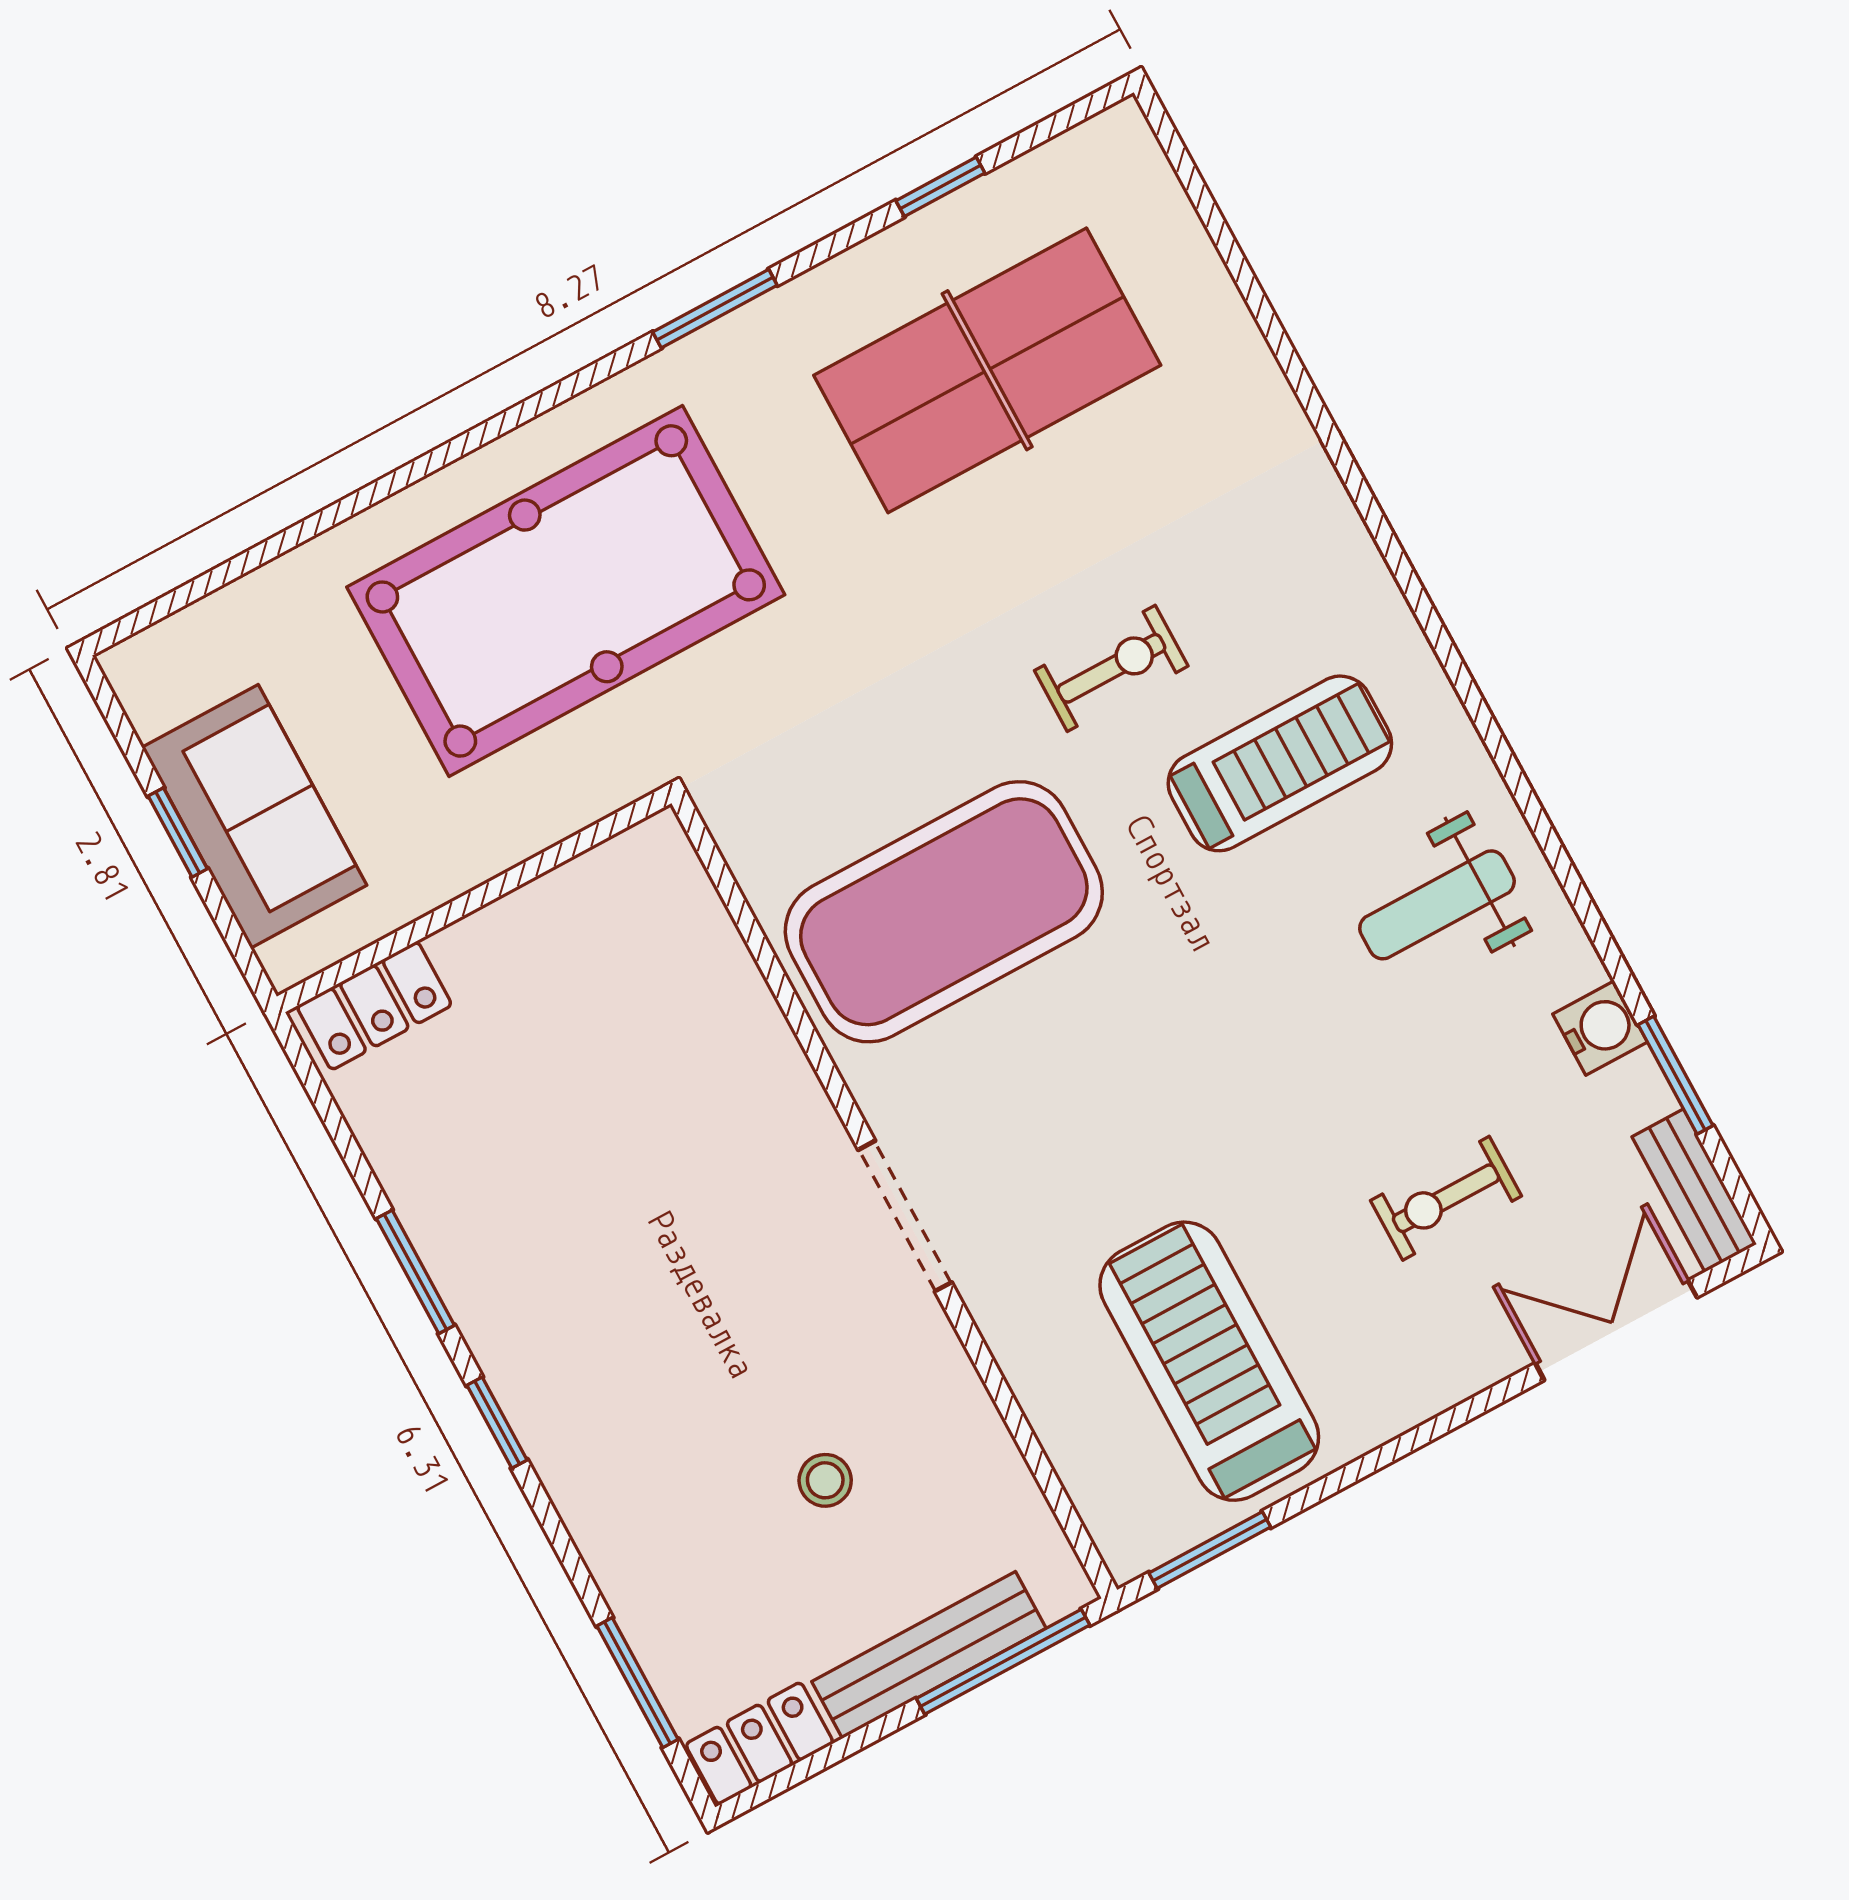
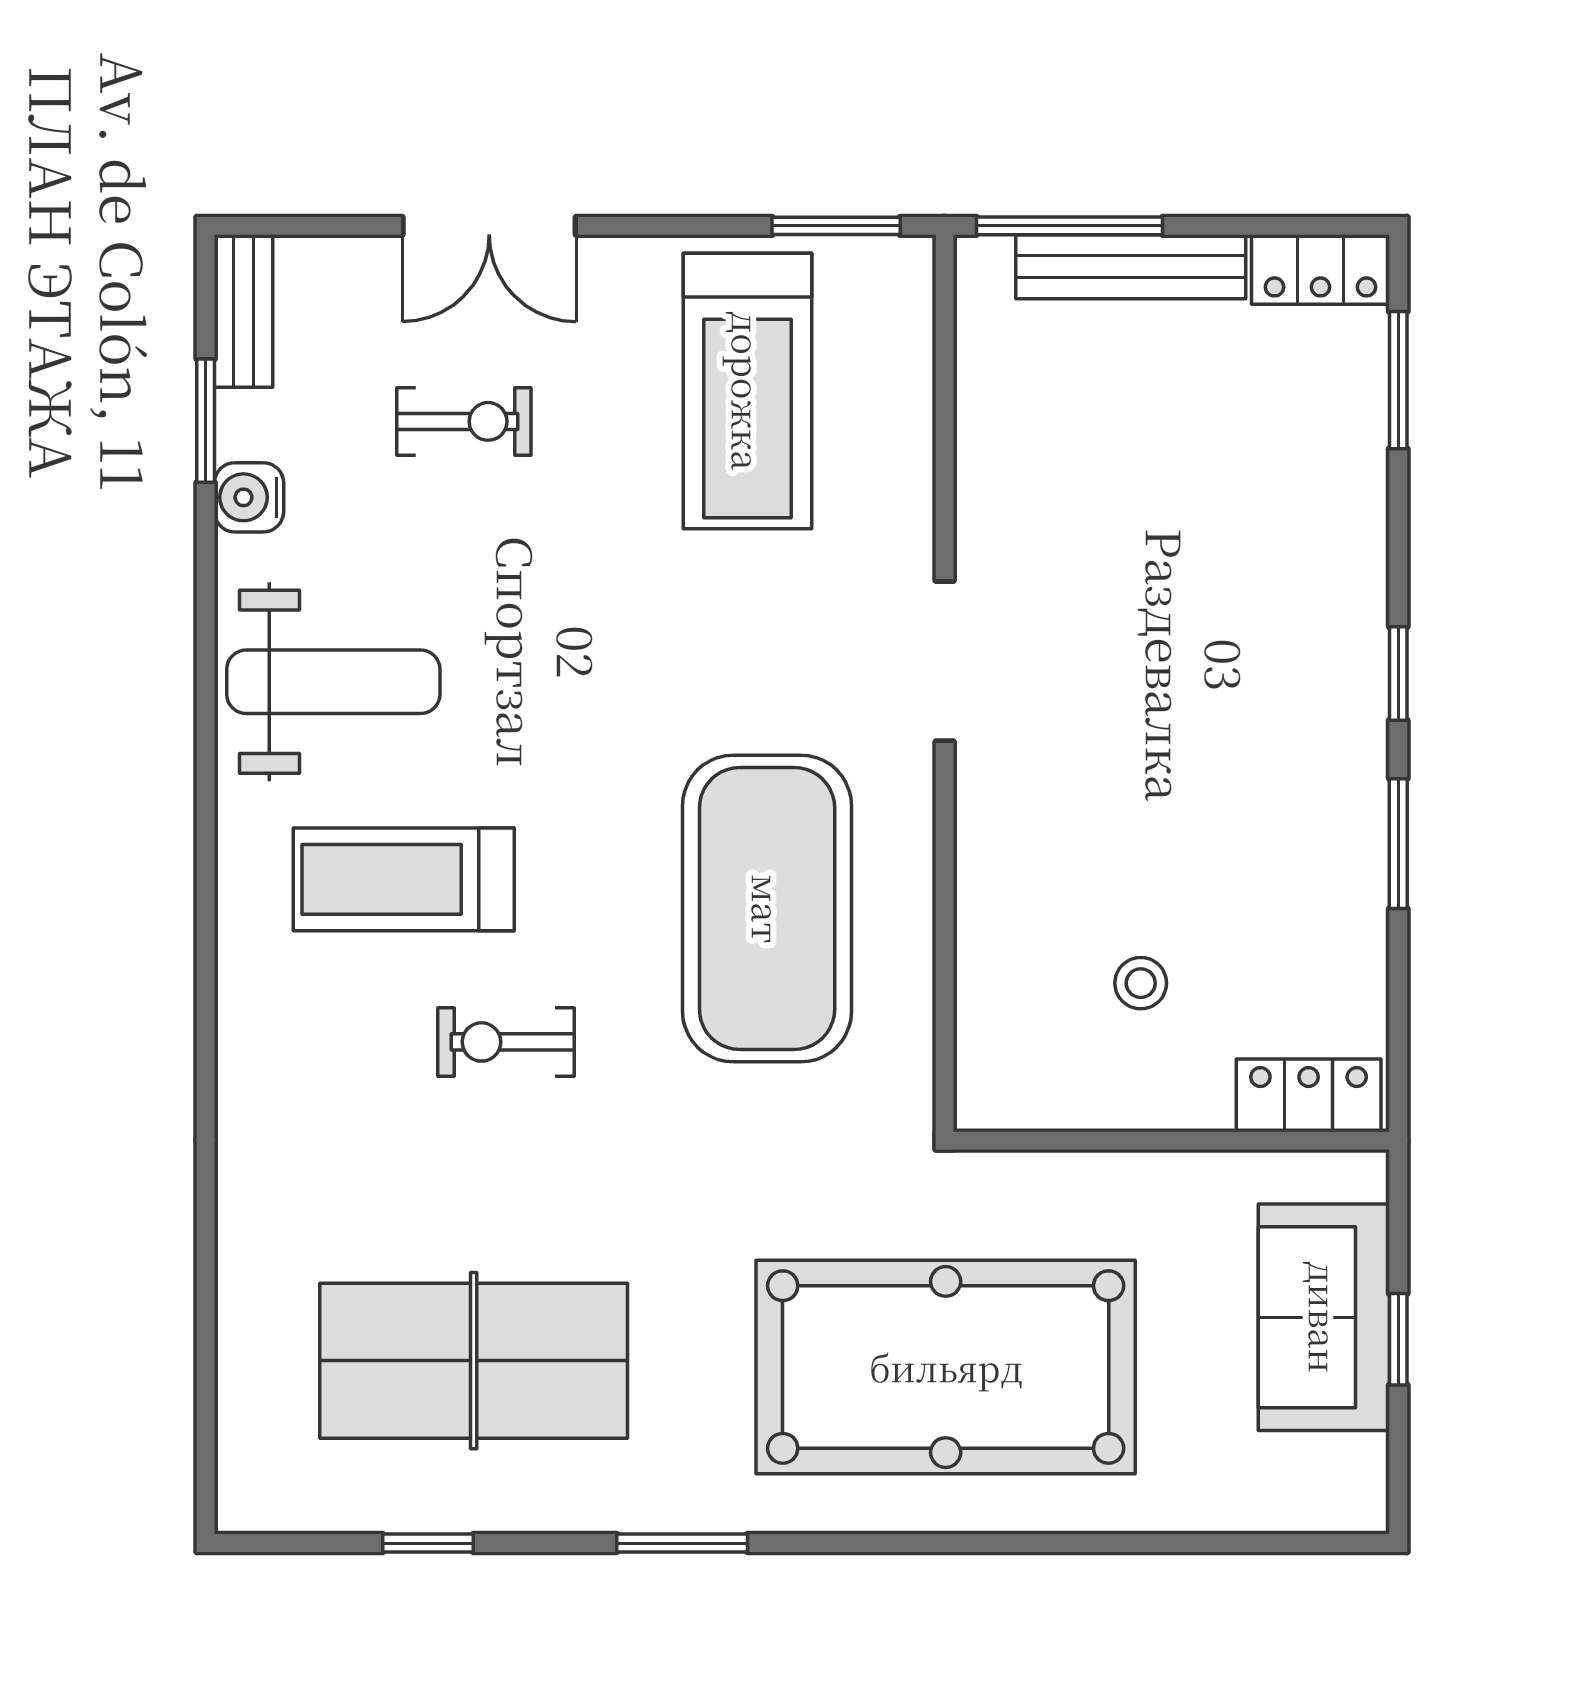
weight bench: (1437, 905) -> (333, 682), width x1.36, depth x1.33
exercise mat: (944, 912) -> (767, 909), turned 90
double door: (1616, 1330) -> (489, 226), moved
stool: (825, 1480) -> (1141, 983), moved

